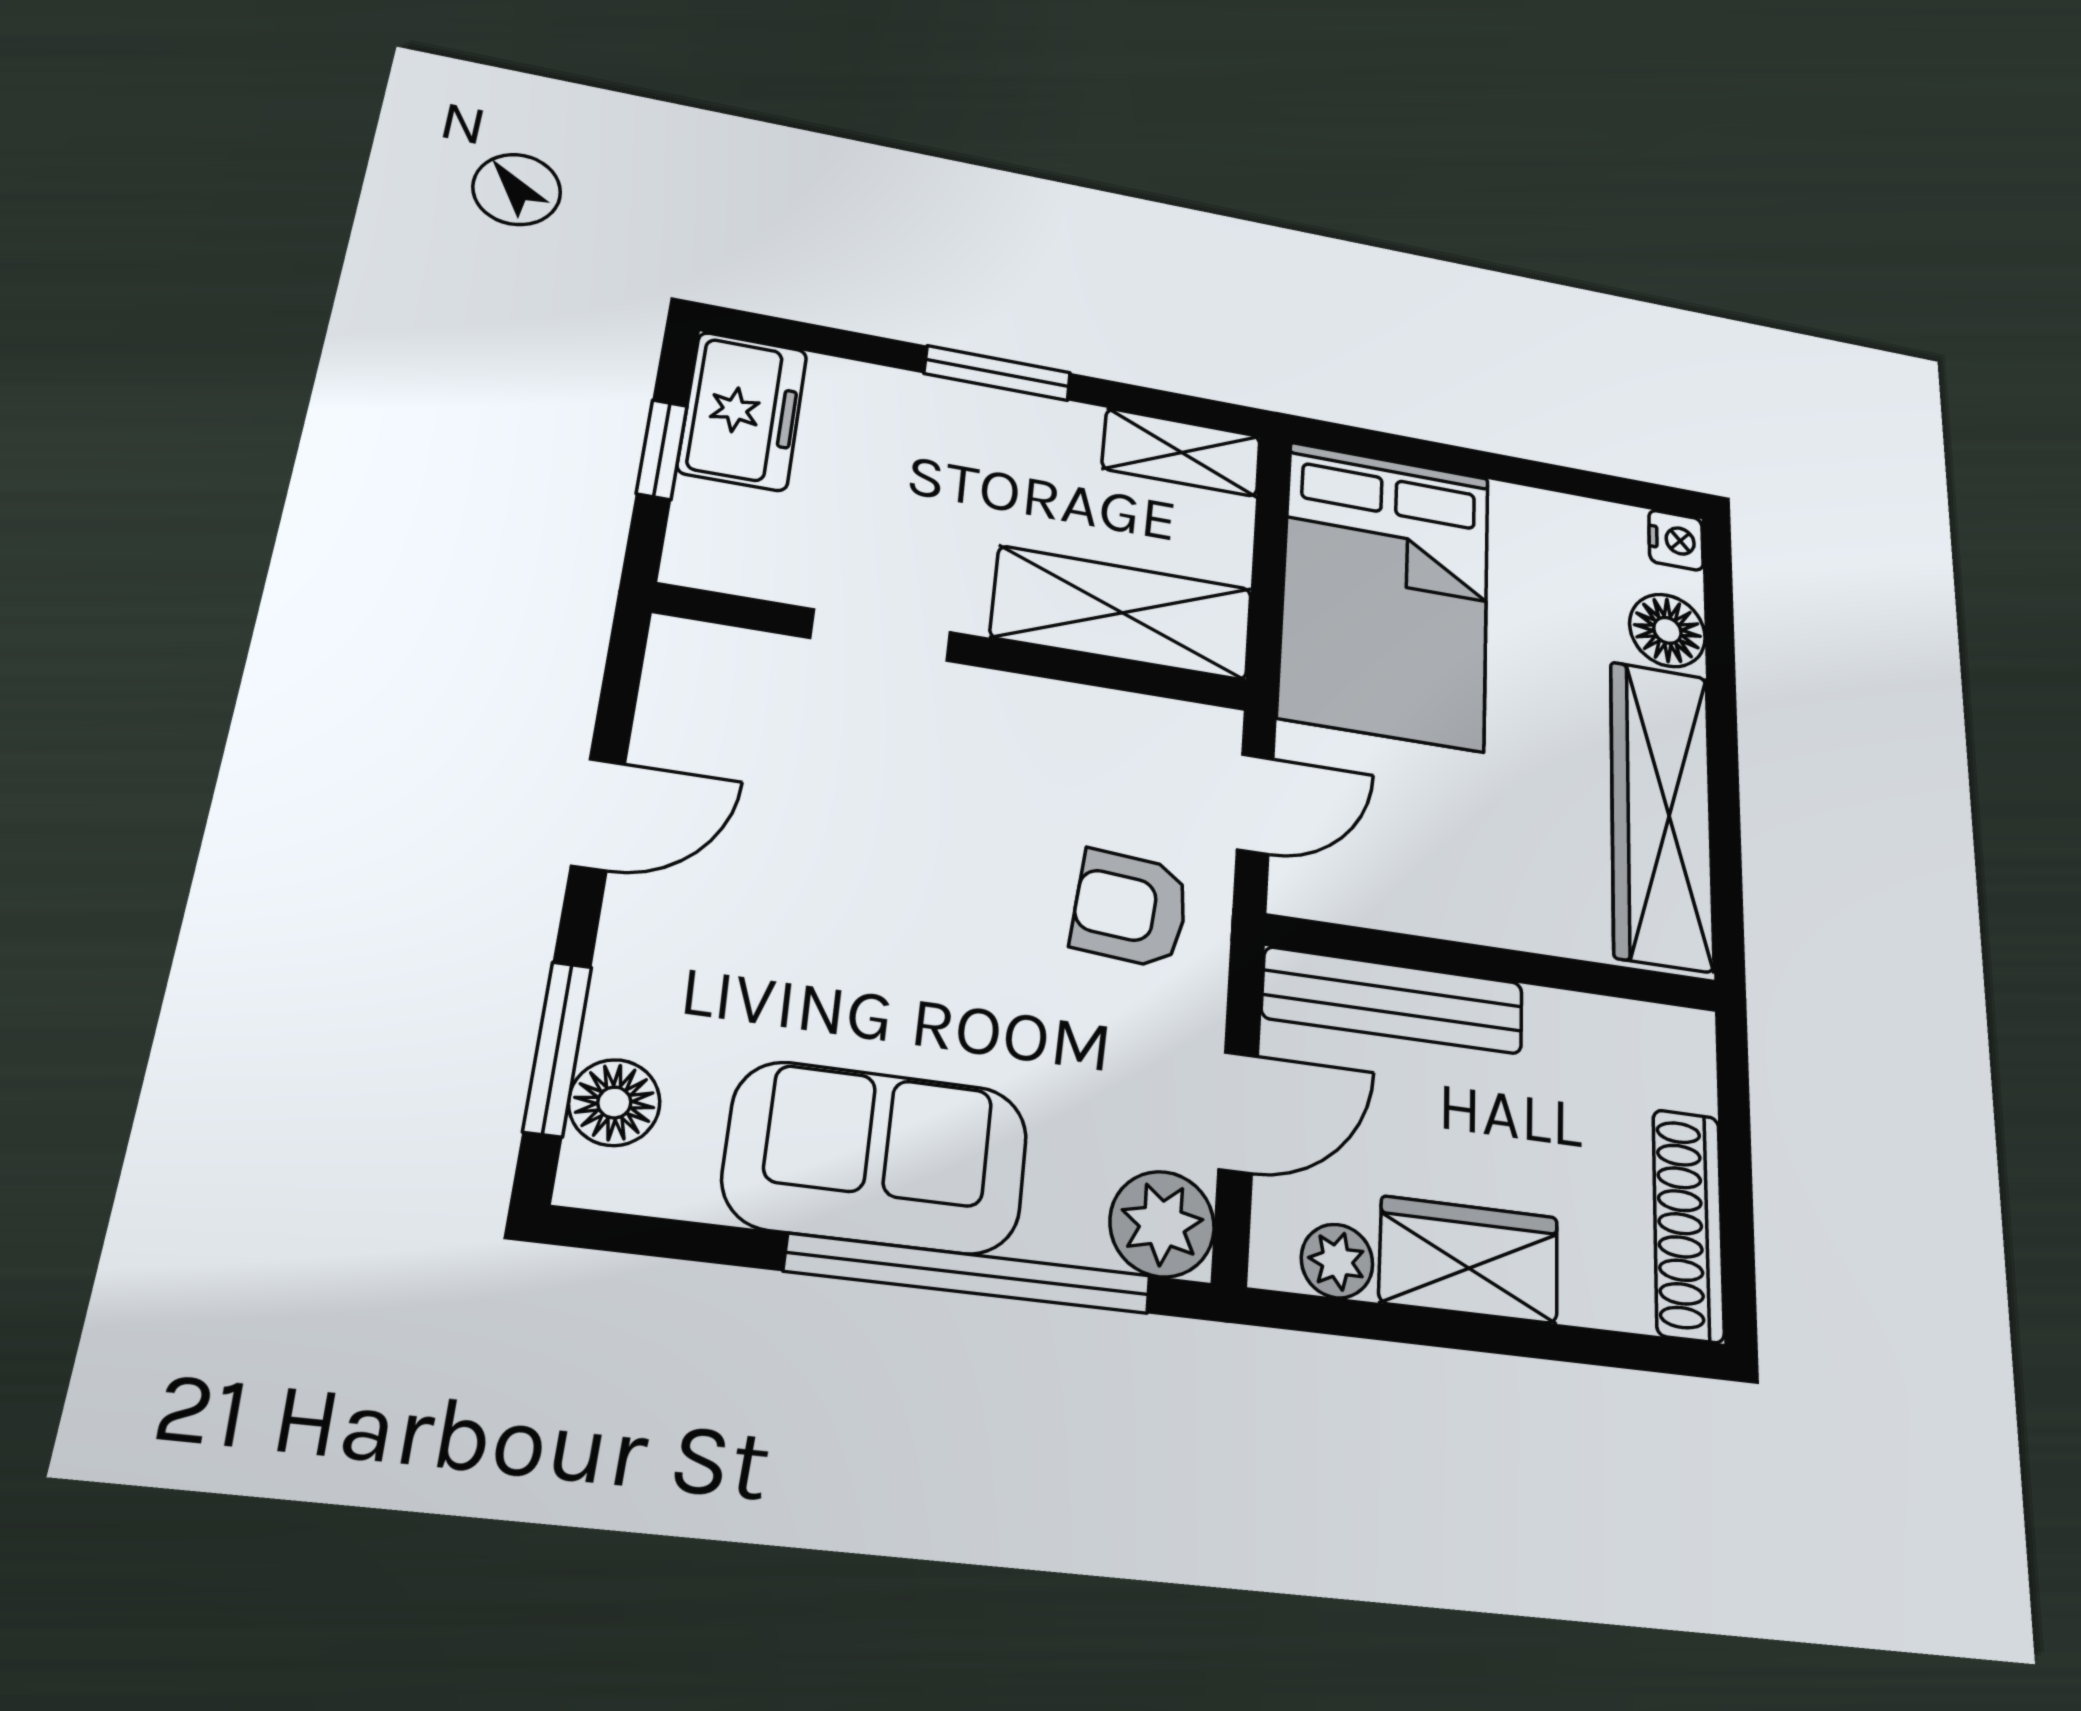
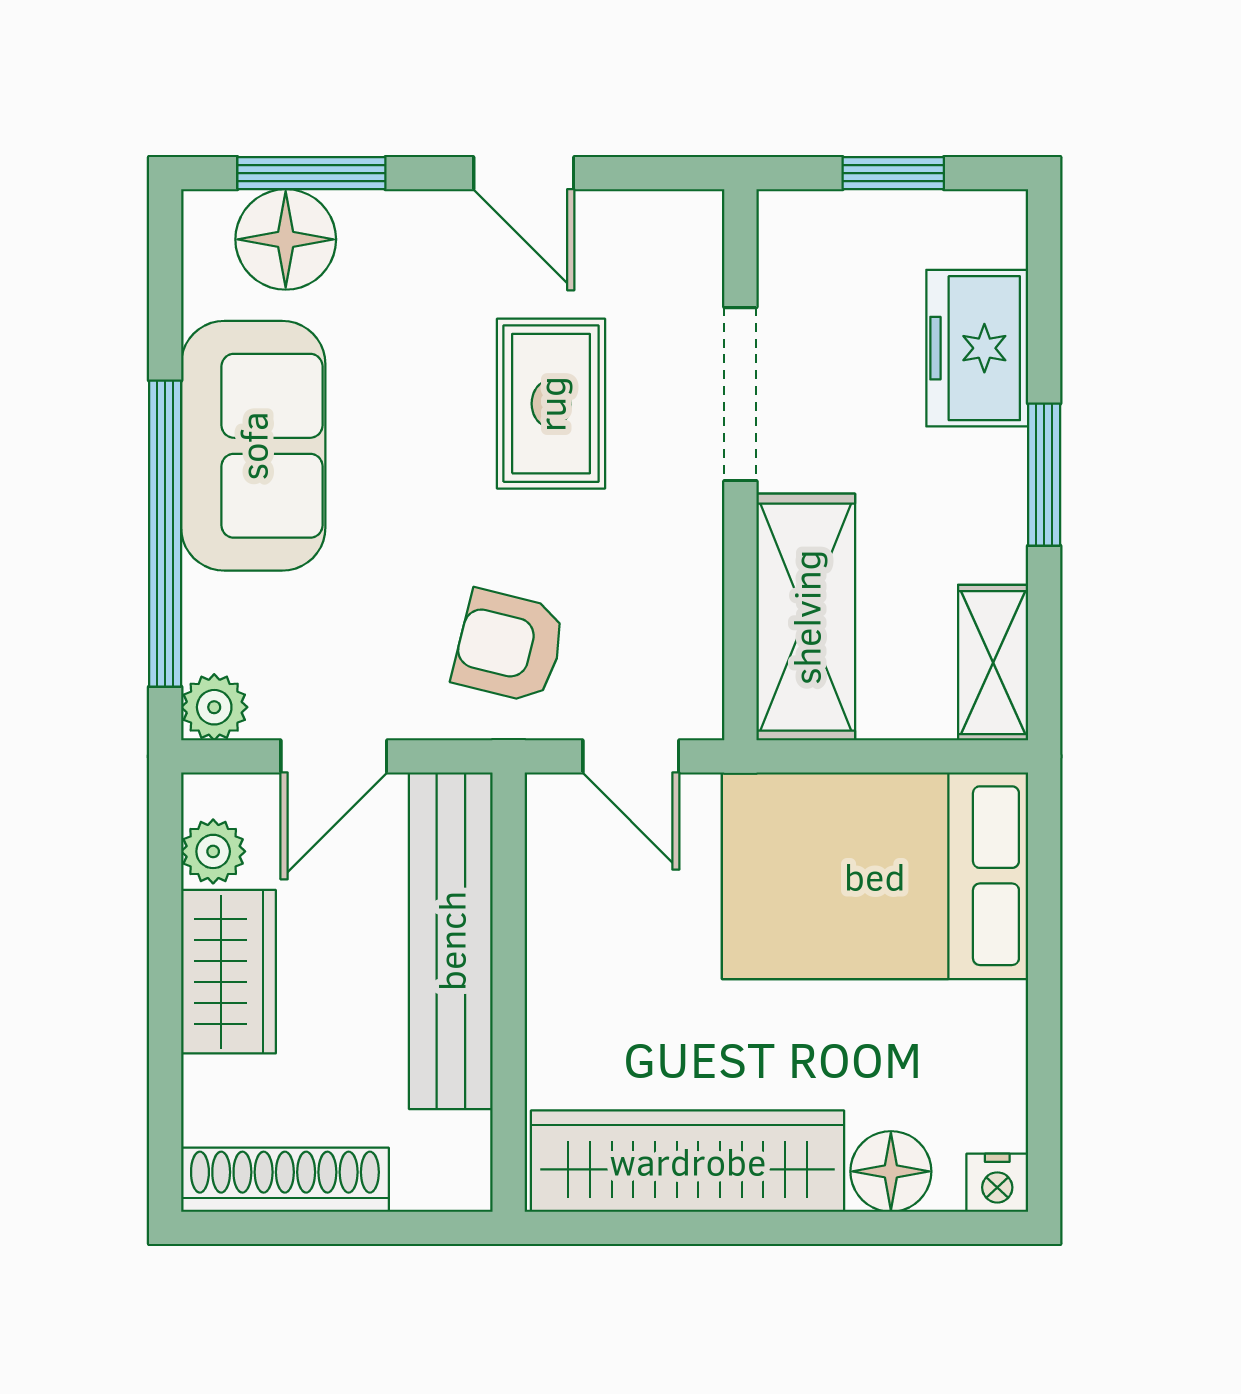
freezer: (743, 411) -> (977, 348), moved, turned 90
doorway: (880, 635) -> (740, 394), width x1.38
rug: (867, 826) -> (551, 404), added
armchair: (1130, 909) -> (509, 646), turned -81
bench: (1393, 1000) -> (451, 941), width x1.37, depth x1.21
floor lamp: (614, 1103) -> (286, 239), width x1.38, depth x1.38
door: (1238, 1112) -> (334, 756), hinge flipped
plant: (1162, 1224) -> (214, 707), width x0.73, depth x0.73

